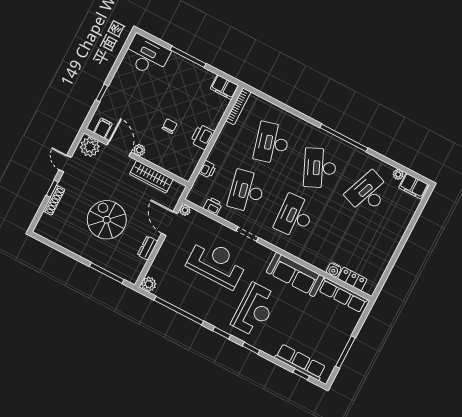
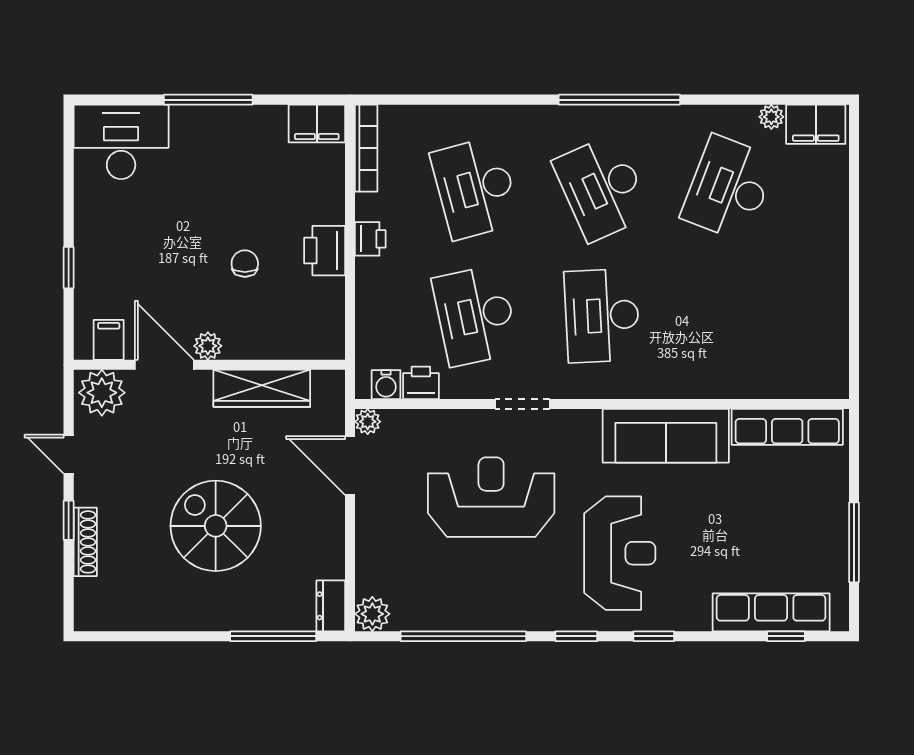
printer: (207, 169) -> (370, 239), moved
dresser: (147, 248) -> (331, 606), moved
water cooler: (334, 270) -> (386, 385), moved
locker: (352, 279) -> (789, 383), removed

